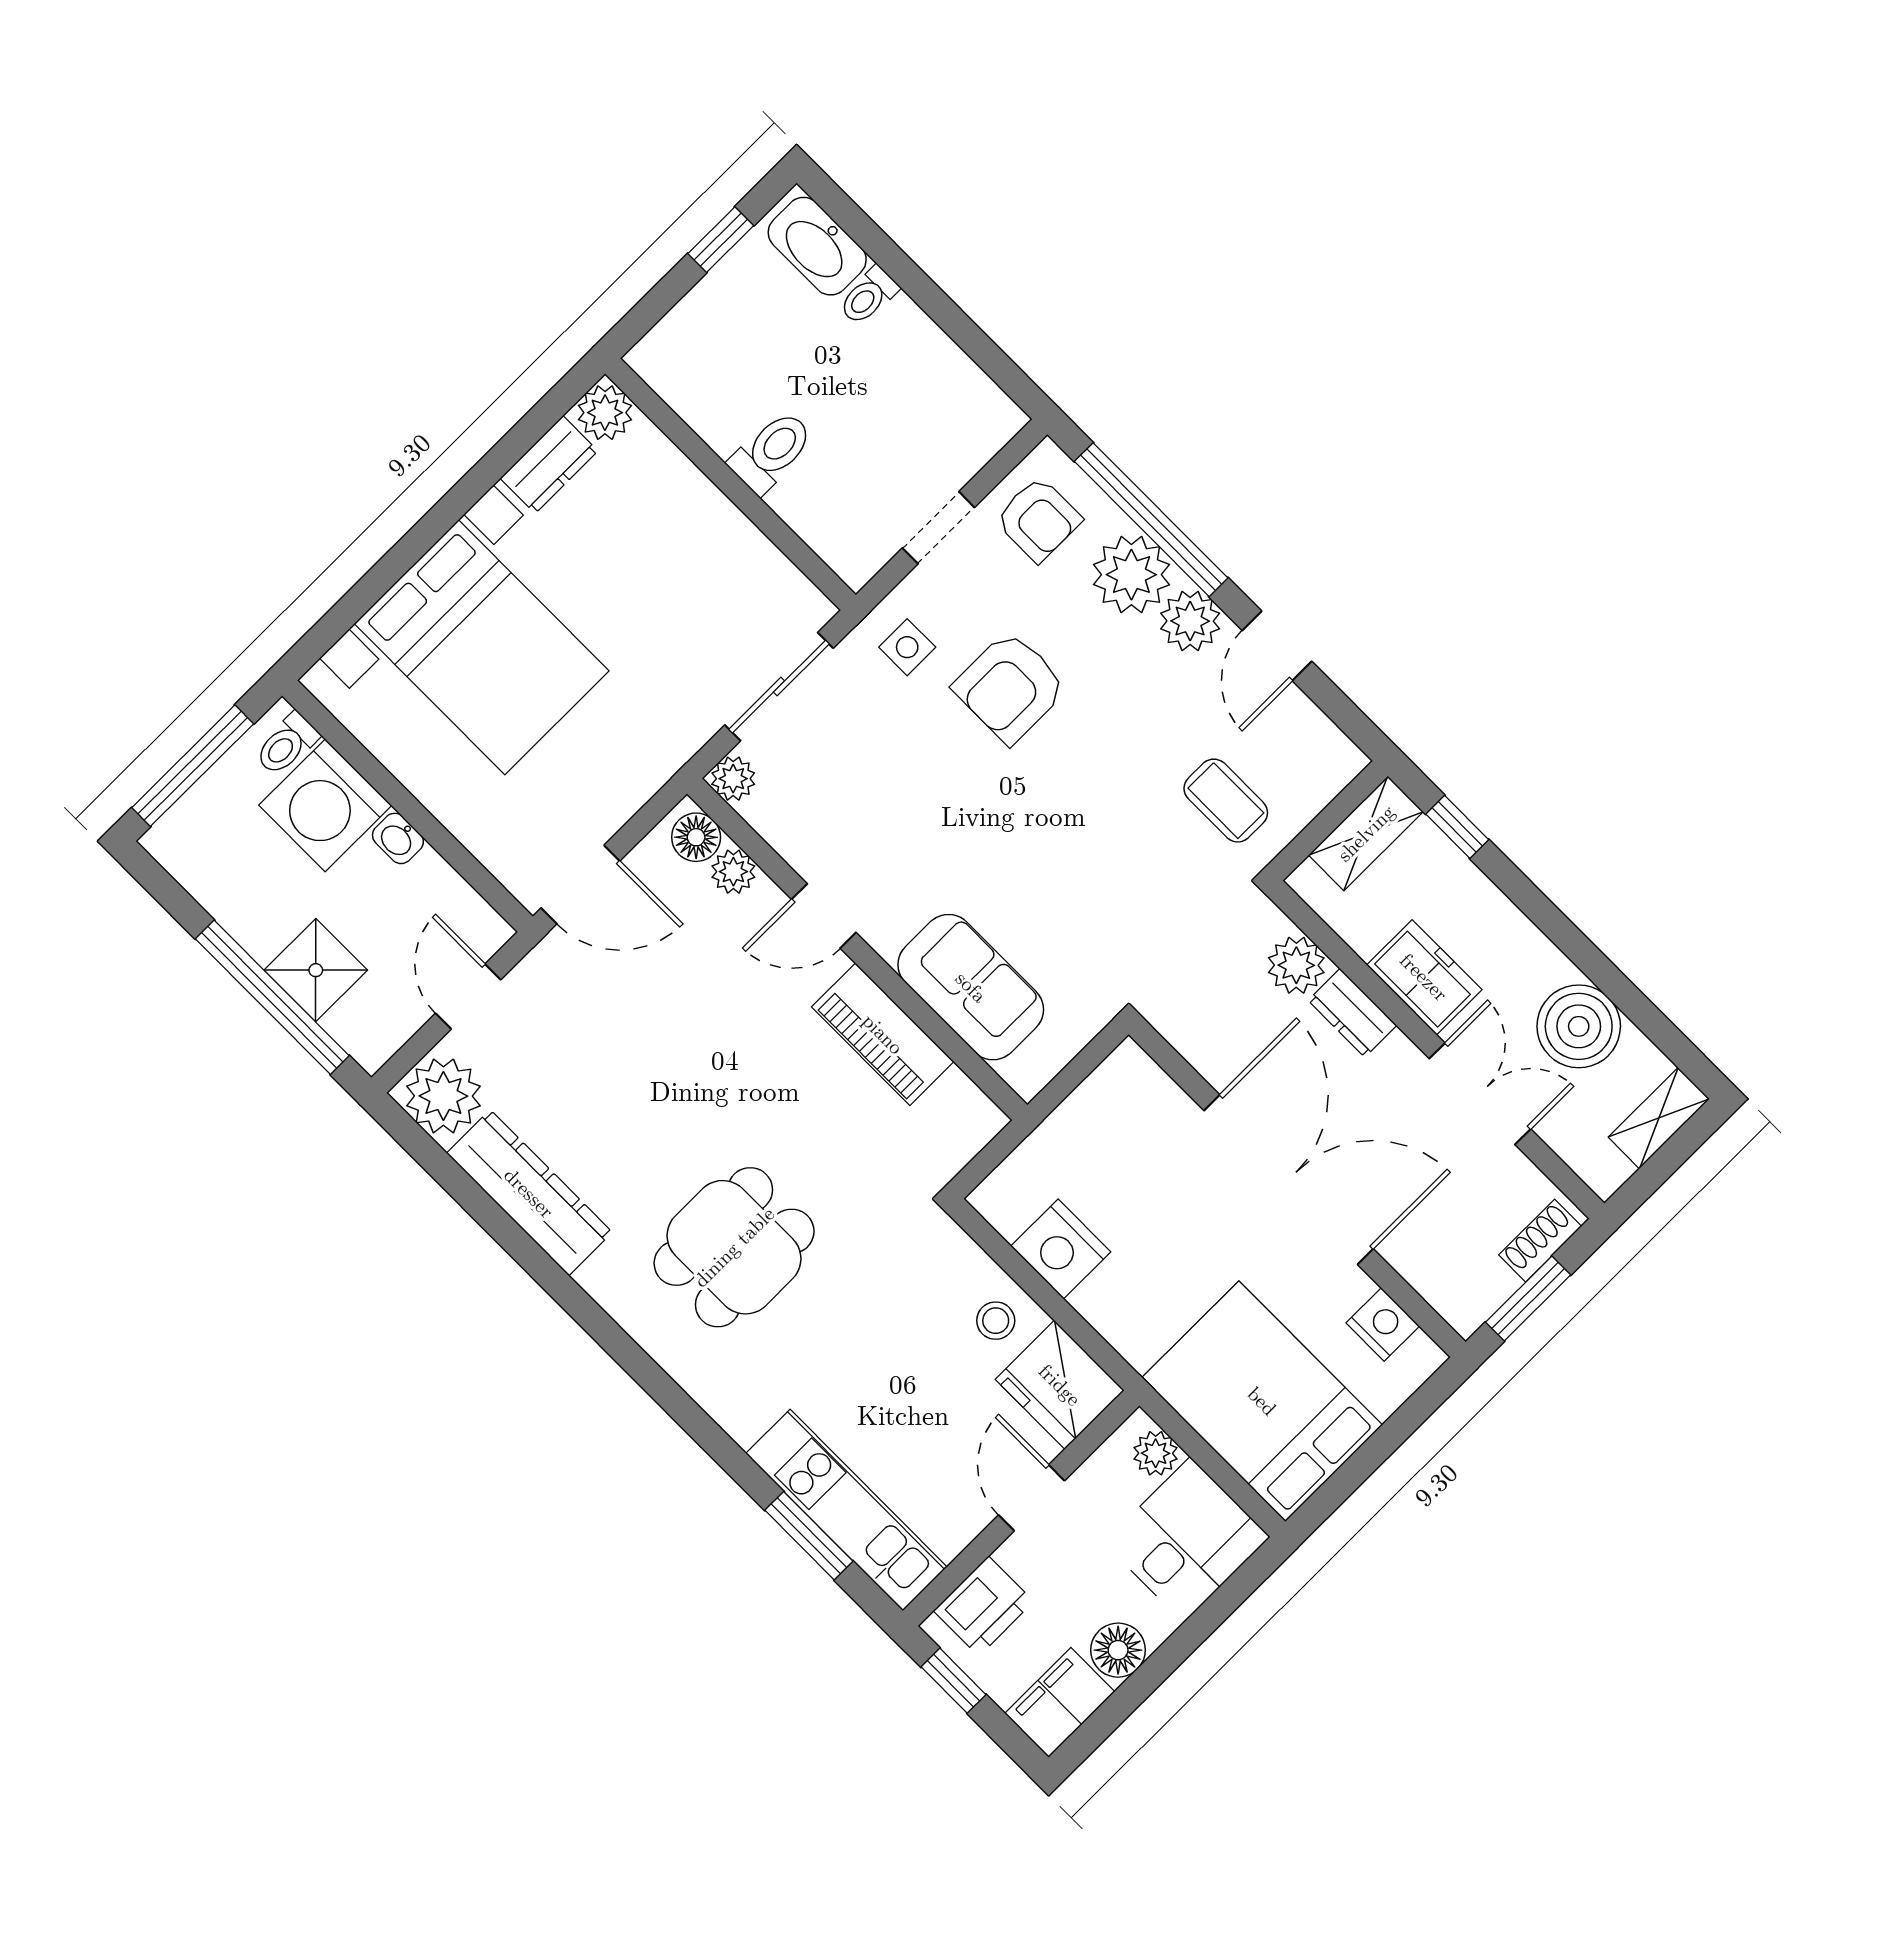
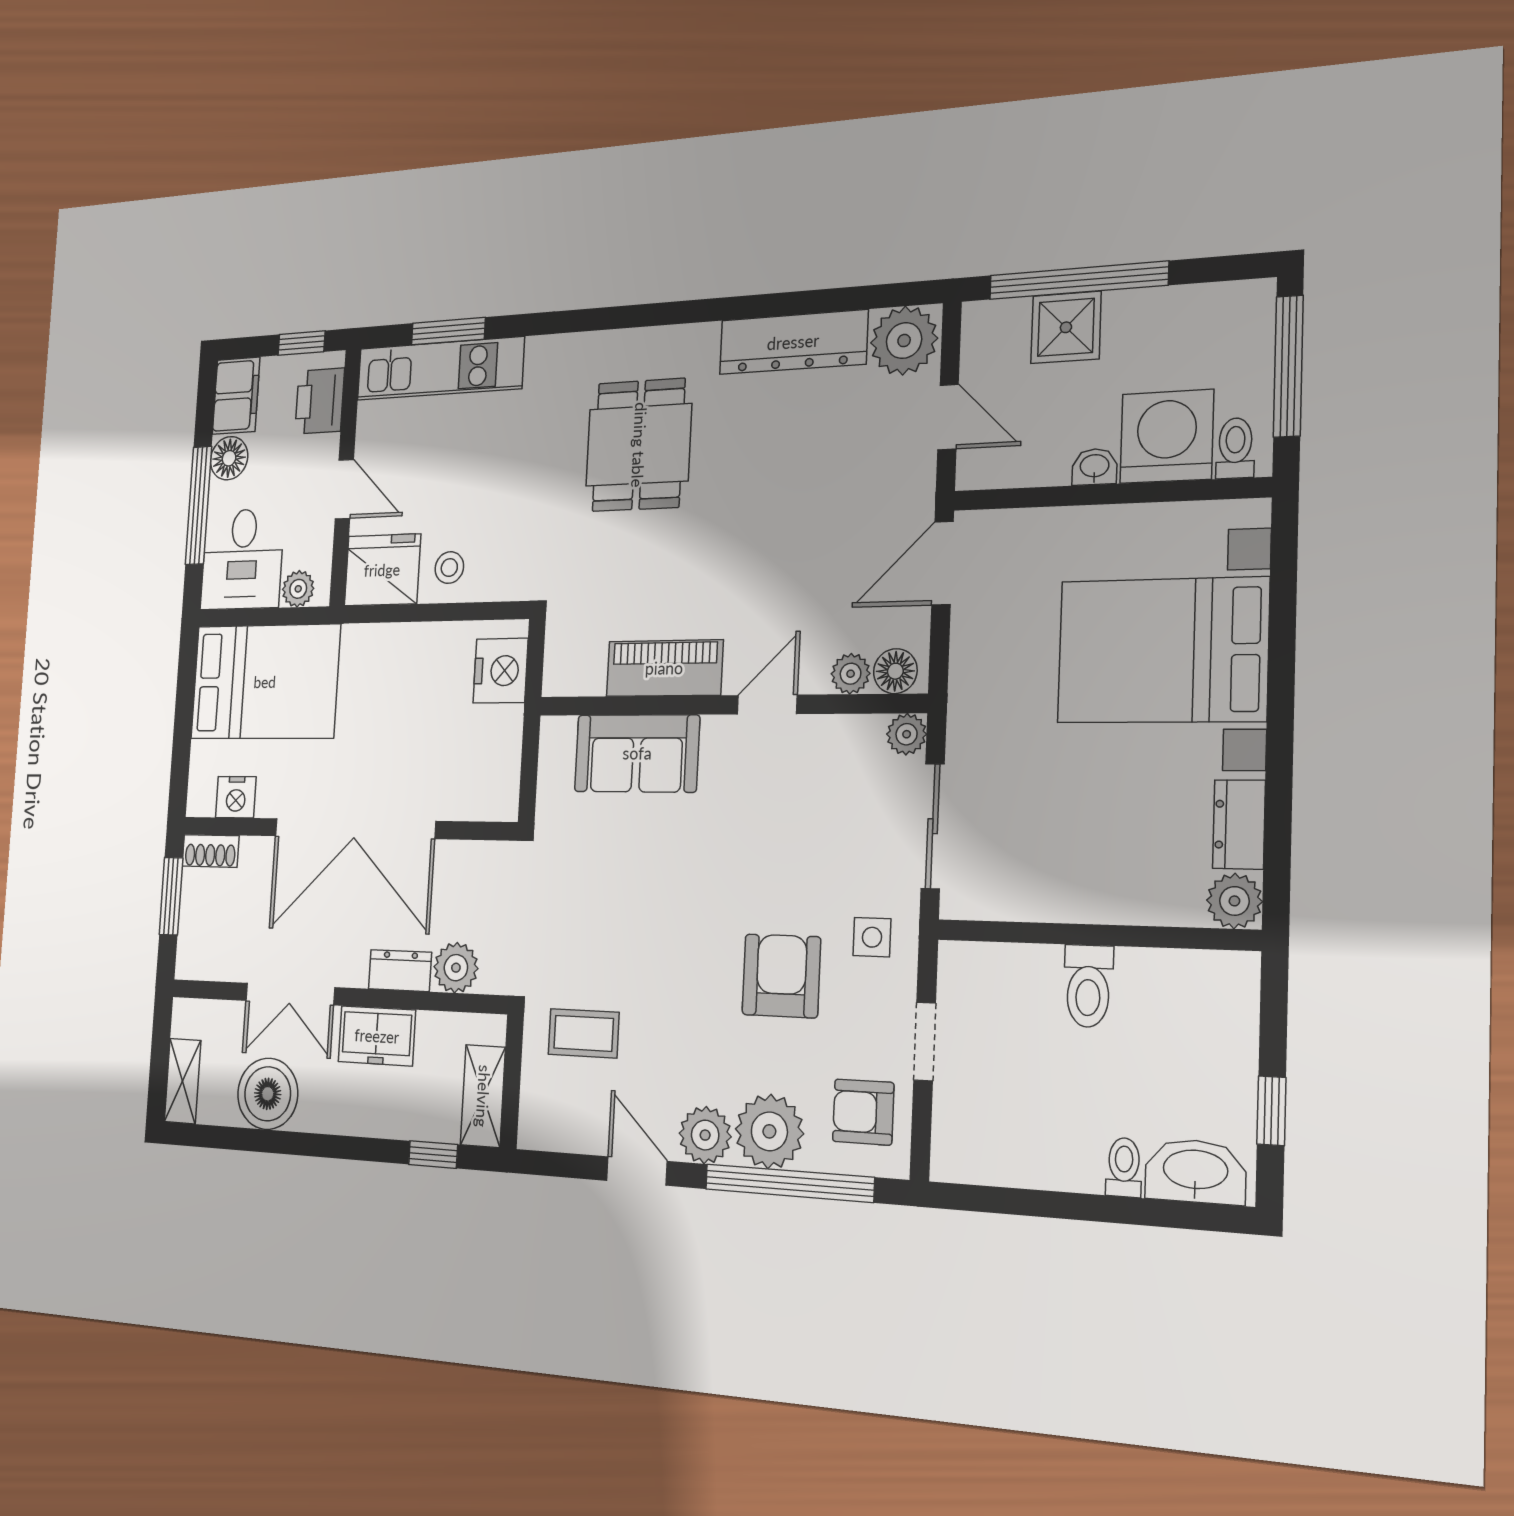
shoe rack: (1540, 1241) -> (210, 851), moved, turned 90
nightstand: (1061, 1249) -> (500, 671), moved, turned 90
window: (1187, 1638) -> (198, 505), added

